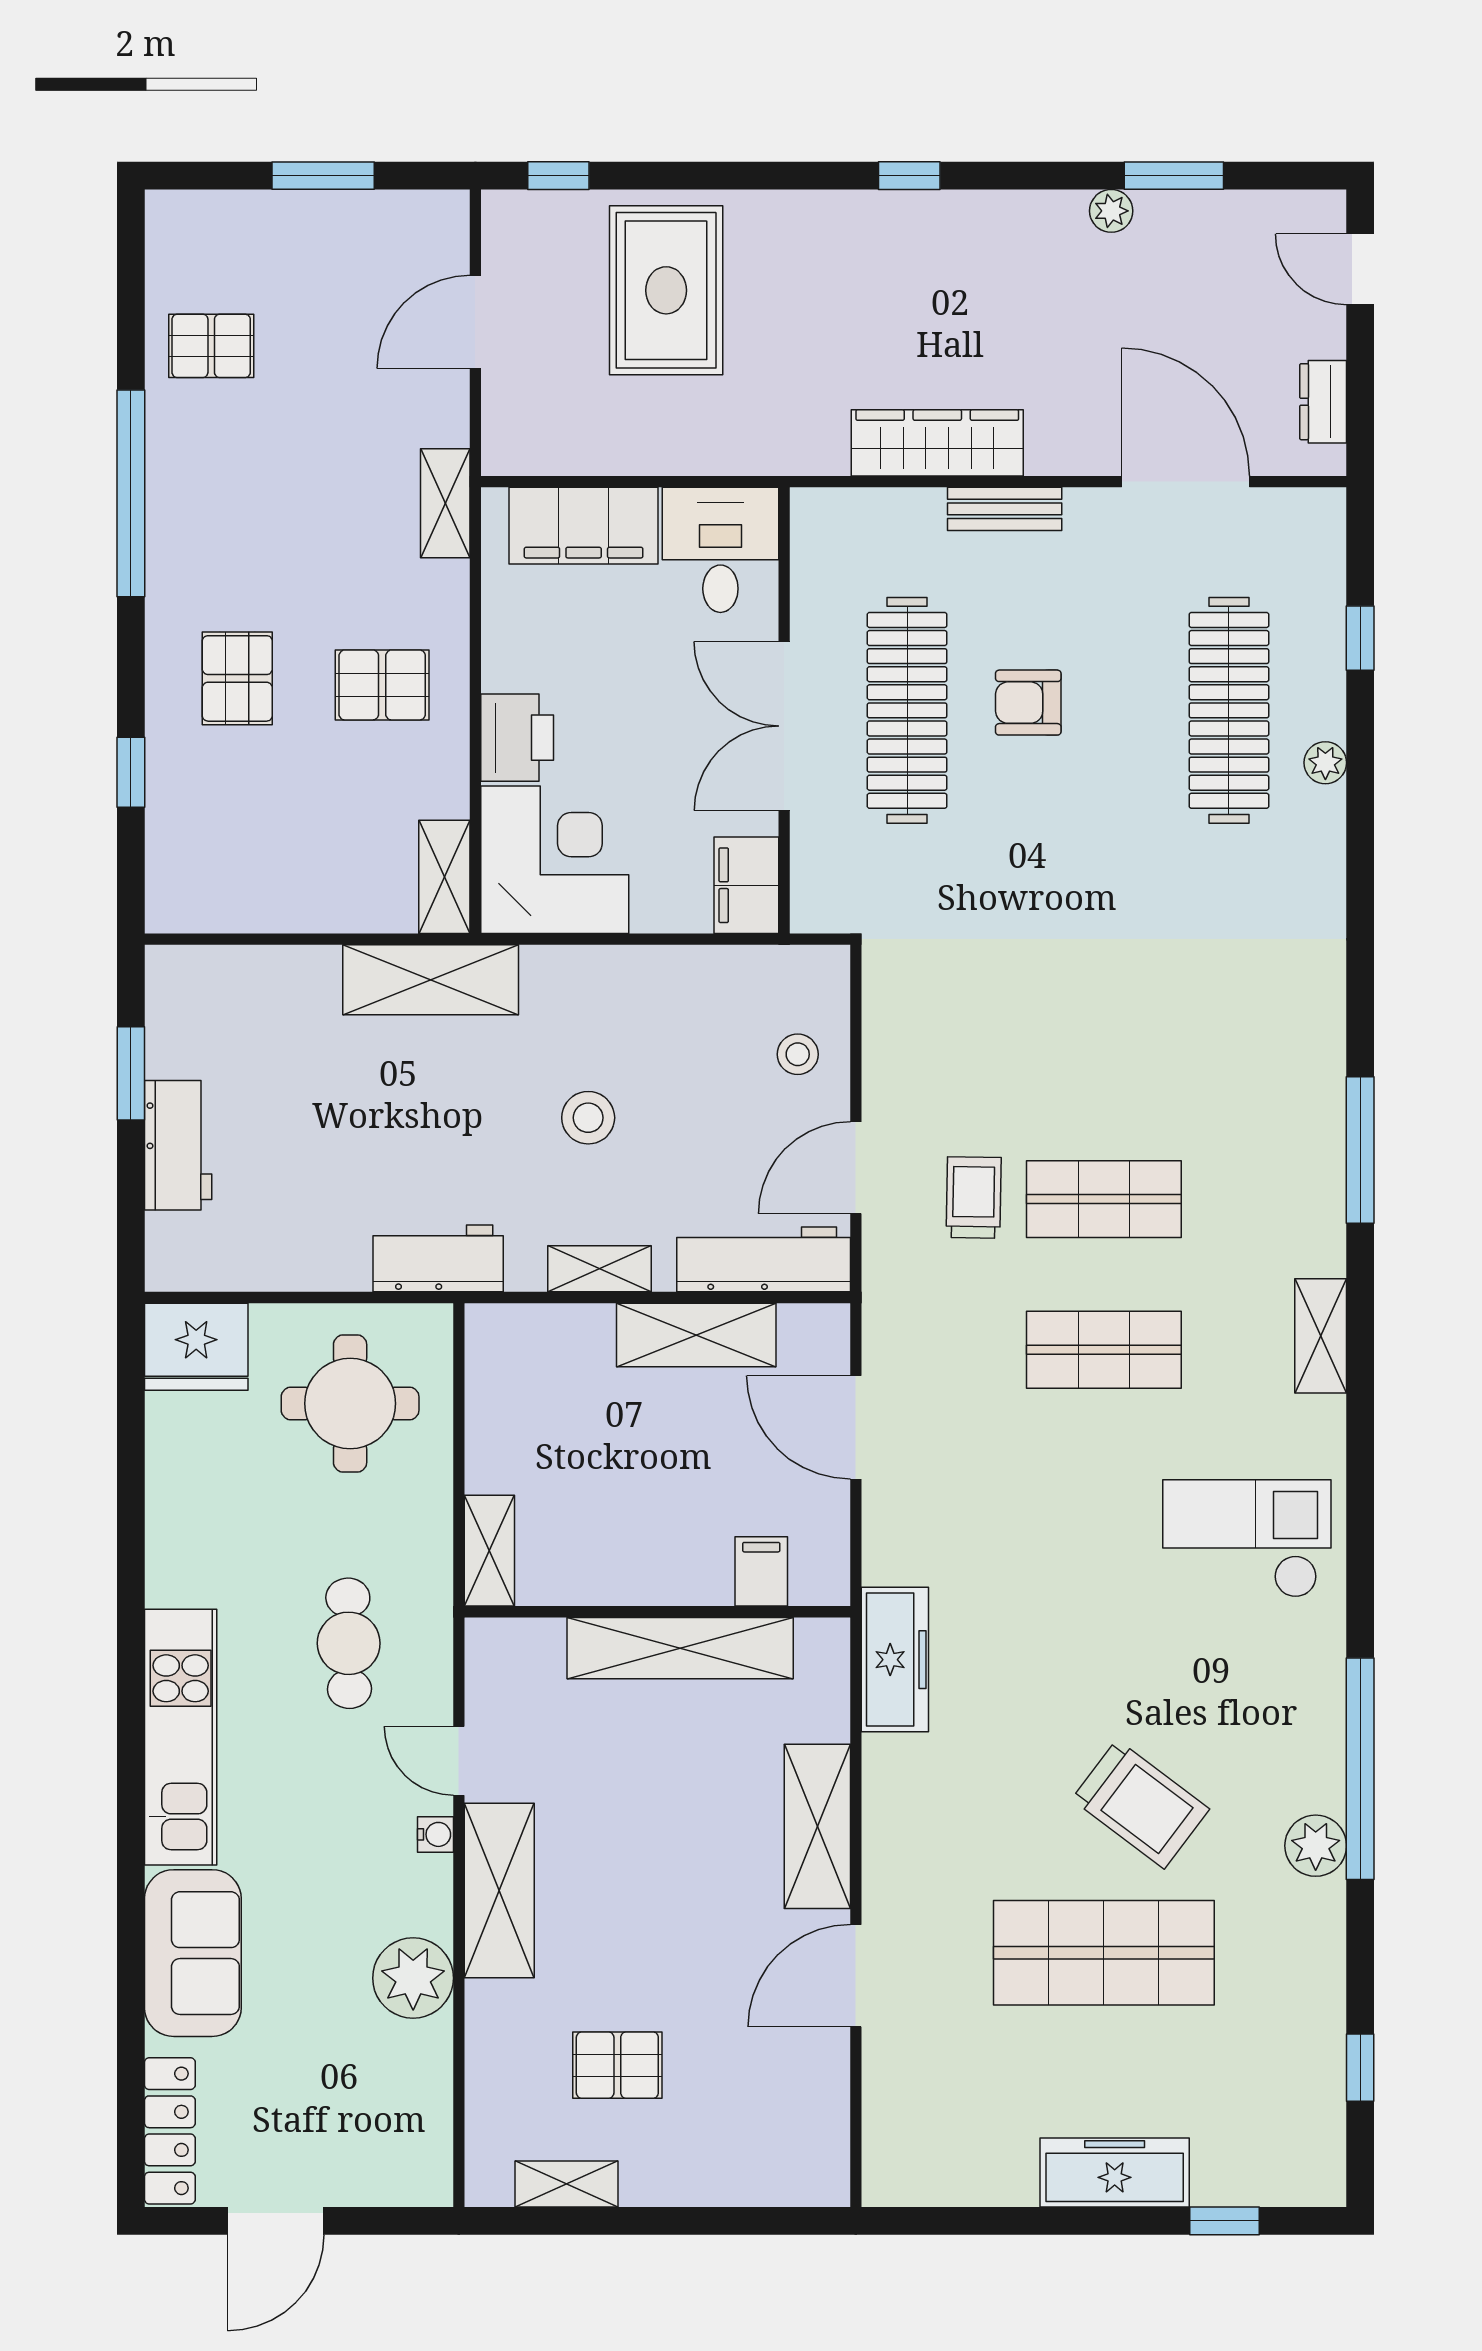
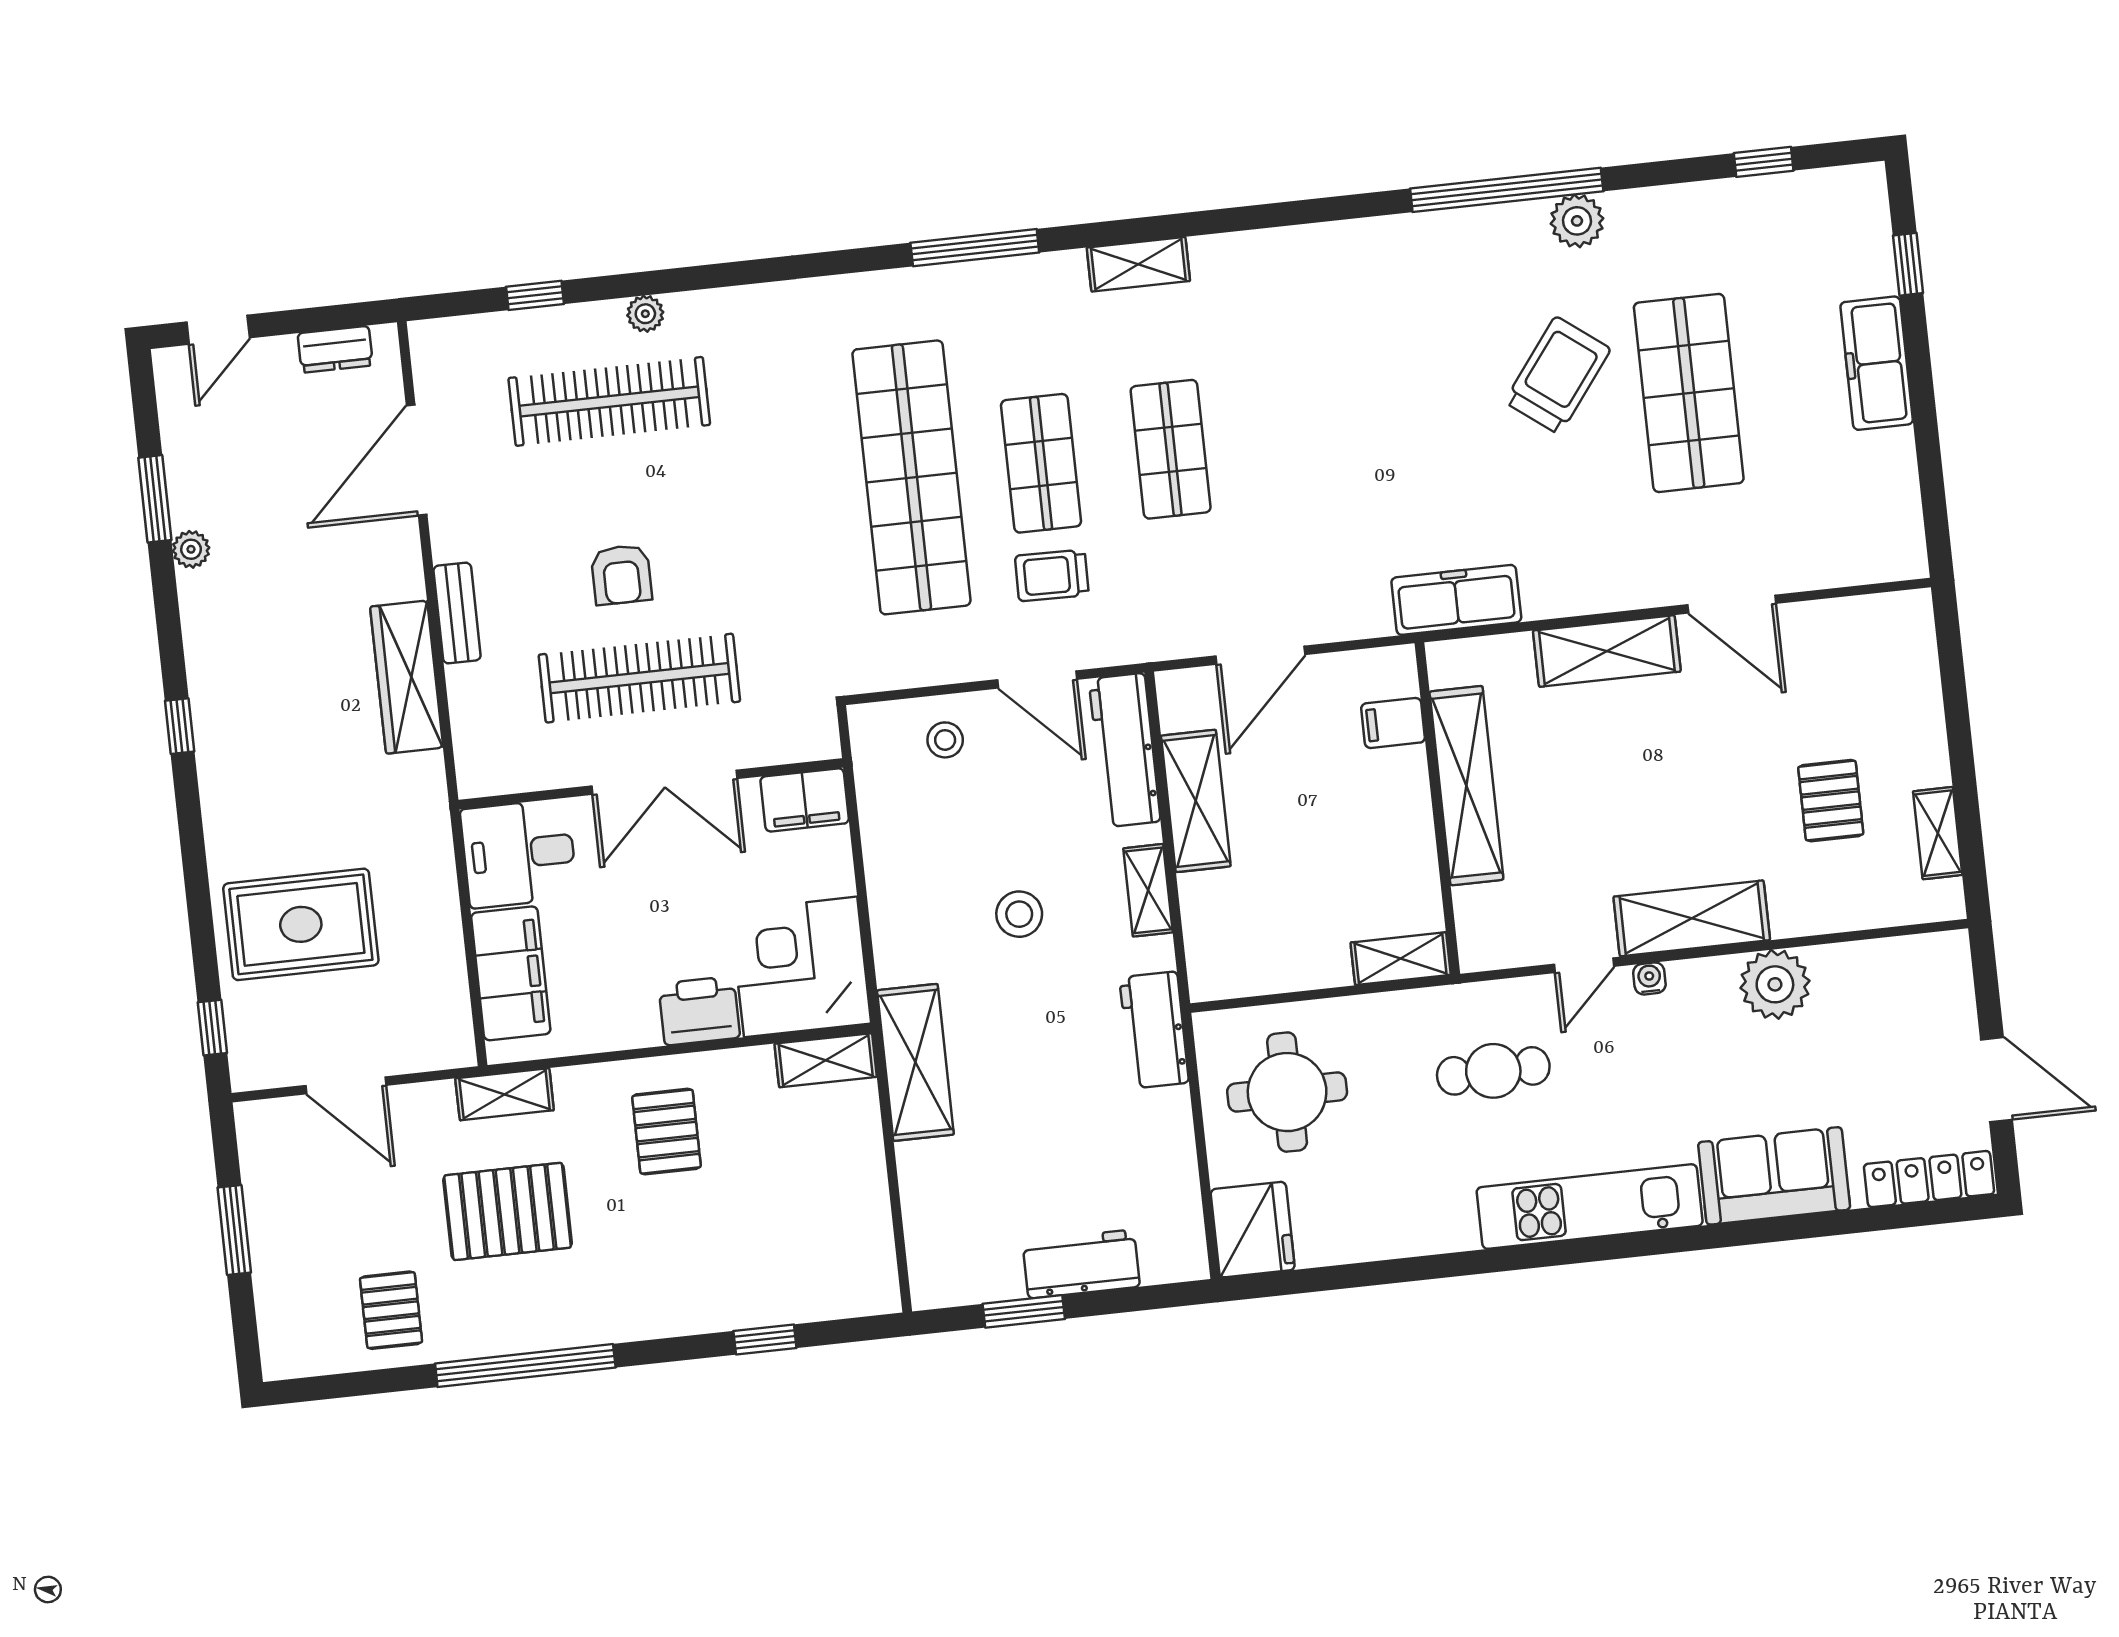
pallet: (237, 678) -> (508, 1211), moved, width x1.50, depth x1.42
shop shelf: (1104, 1048) -> (911, 477), added
checkout: (1247, 1539) -> (1319, 309), removed

